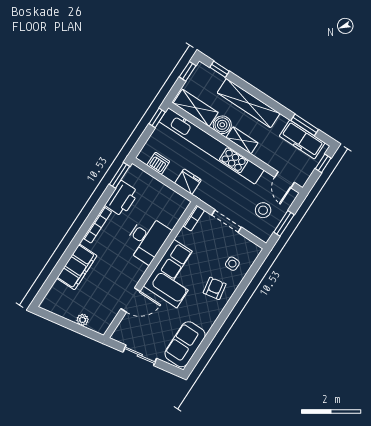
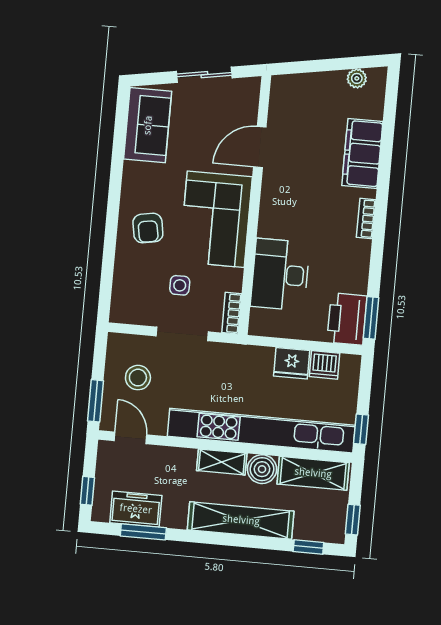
freezer: (302, 140) -> (136, 509), width x0.71
fridge: (188, 182) -> (292, 363), moved
printer: (122, 199) -> (347, 319), moved
window: (284, 223) -> (96, 401), moved
bookcase: (97, 225) -> (366, 218), width x0.64
desk: (147, 239) -> (280, 274), moved
side table: (232, 264) -> (180, 285), moved
plant: (83, 320) -> (357, 78), moved

